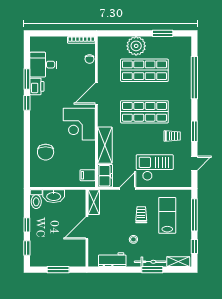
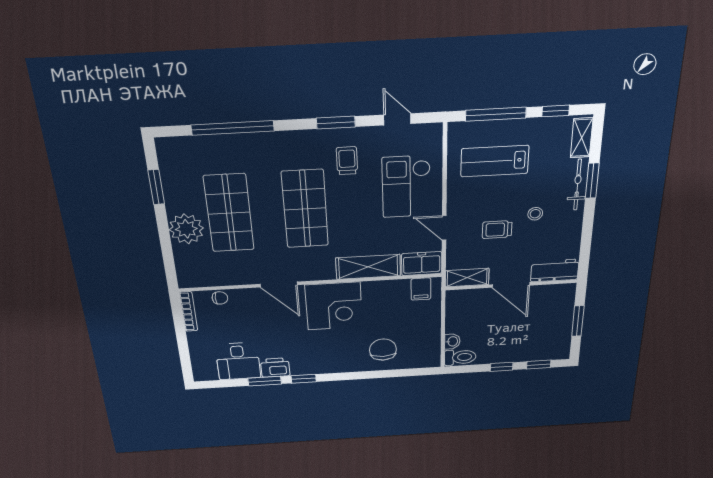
chair: (46, 152) -> (383, 350), turned -90
washbasin: (54, 196) -> (452, 341), width x0.52, depth x0.69
trolley: (141, 215) -> (497, 230), moved
workbench: (112, 260) -> (555, 270), moved, turned 90

